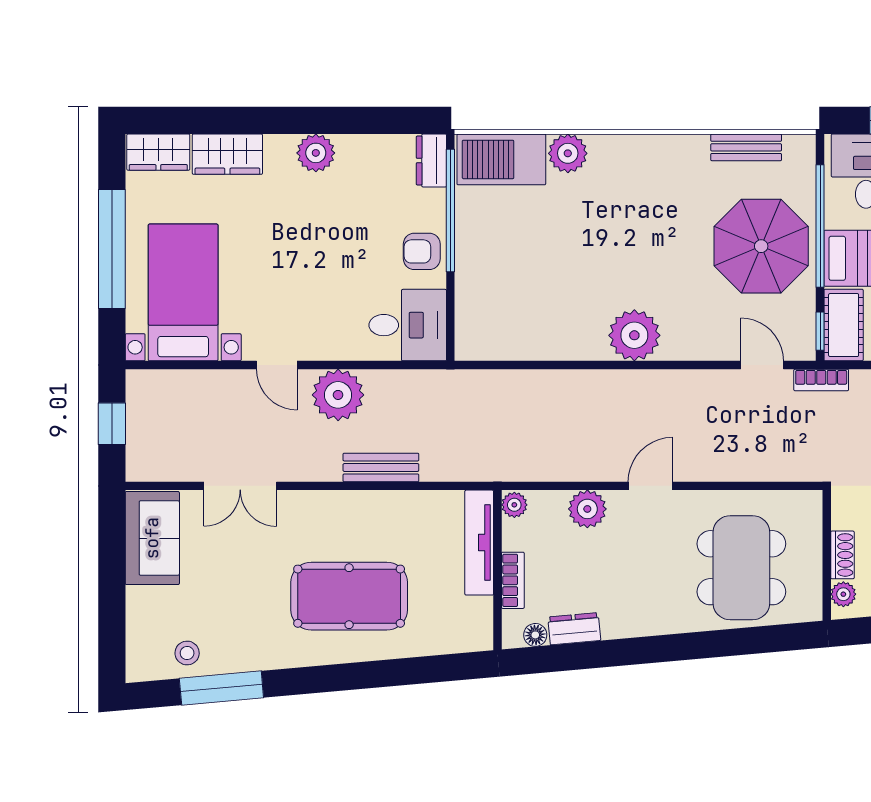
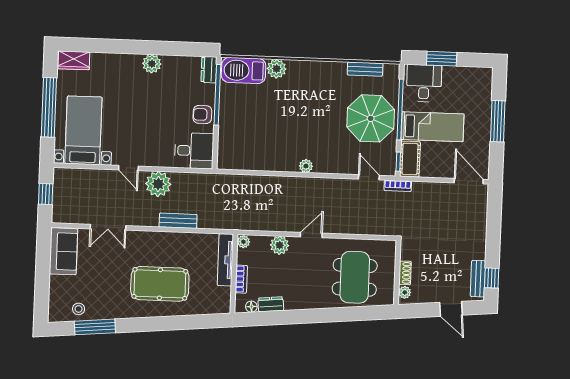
wardrobe: (227, 154) -> (108, 63), removed
plant: (634, 335) -> (306, 166), width x0.53, depth x0.53

